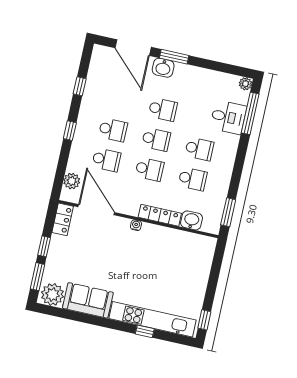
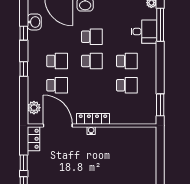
school desk: (149, 169) -> (92, 85), removed
locker: (160, 215) -> (93, 119), moved
washbasin: (191, 220) -> (34, 22), moved, turned 90

